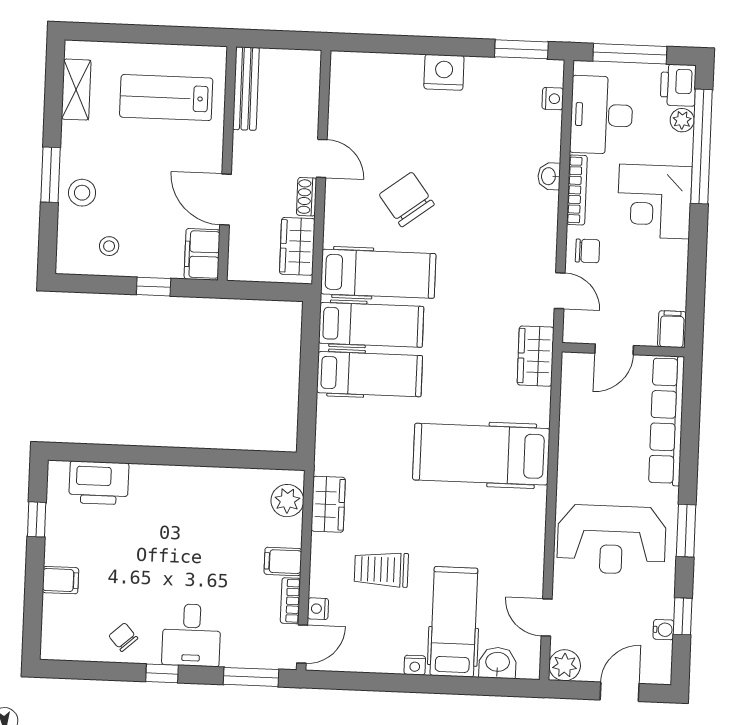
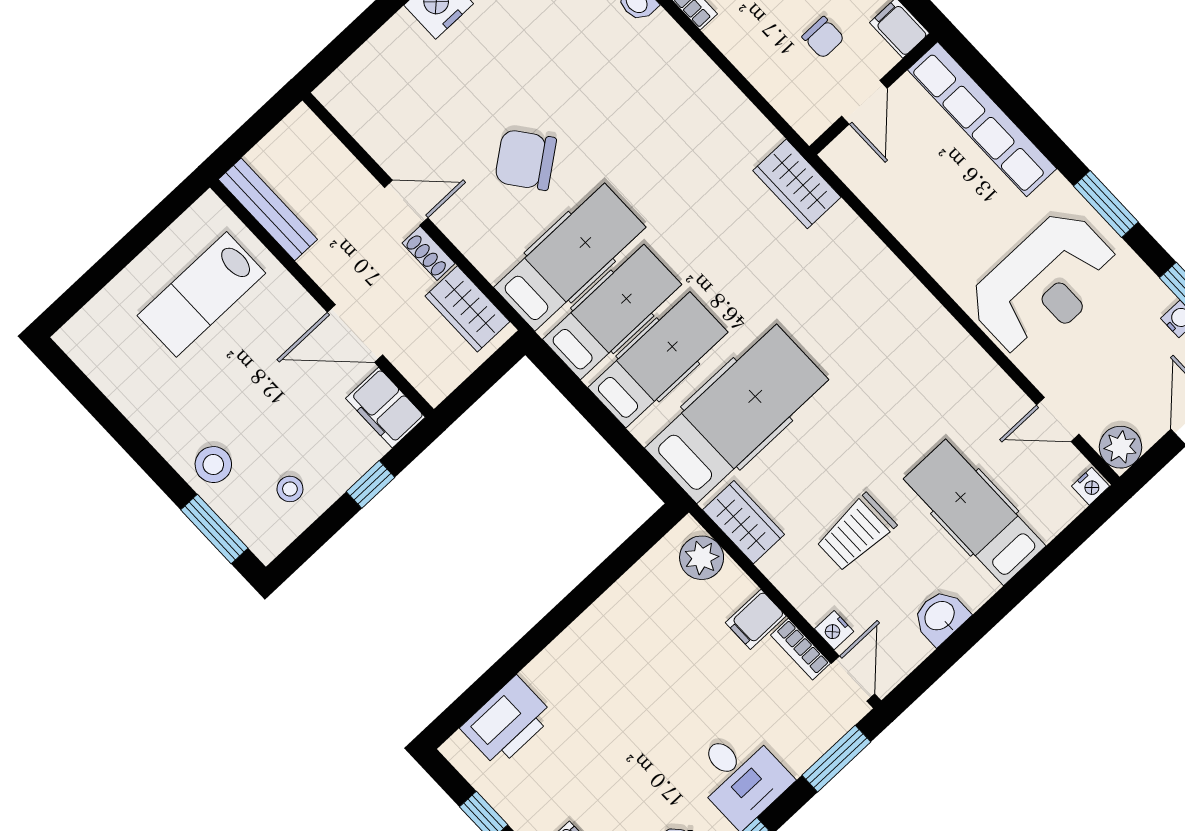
shelving: (76, 90) -> (109, 373), removed
window: (50, 175) -> (214, 529), moved
chair: (588, 251) -> (823, 37), moved, turned 90
door: (560, 291) -> (757, 99), removed
hospital bed: (481, 454) -> (737, 414), moved, turned 180
washbasin: (498, 663) -> (940, 617), moved
nightstand: (415, 665) -> (1090, 486), moved

